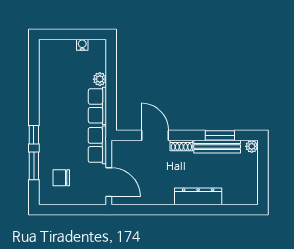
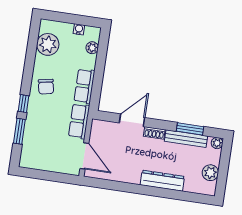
plant: (51, 66) -> (48, 44), added
plant: (100, 79) -> (92, 48), moved
door: (155, 135) -> (132, 120), hinge flipped
chair: (61, 178) -> (46, 87), moved, turned -101
plant: (249, 180) -> (210, 173), added

